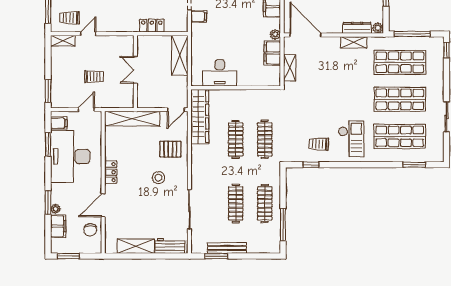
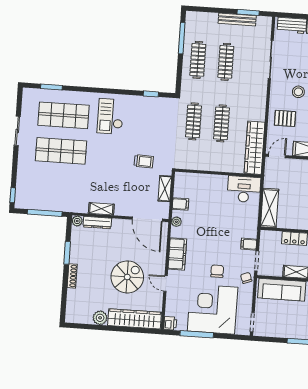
filing cabinet: (272, 53) -> (180, 204), width x0.50
shop shelf: (400, 62) -> (59, 186), removed
desk: (220, 73) -> (244, 189), moved
trolley: (319, 144) -> (144, 161), moved

